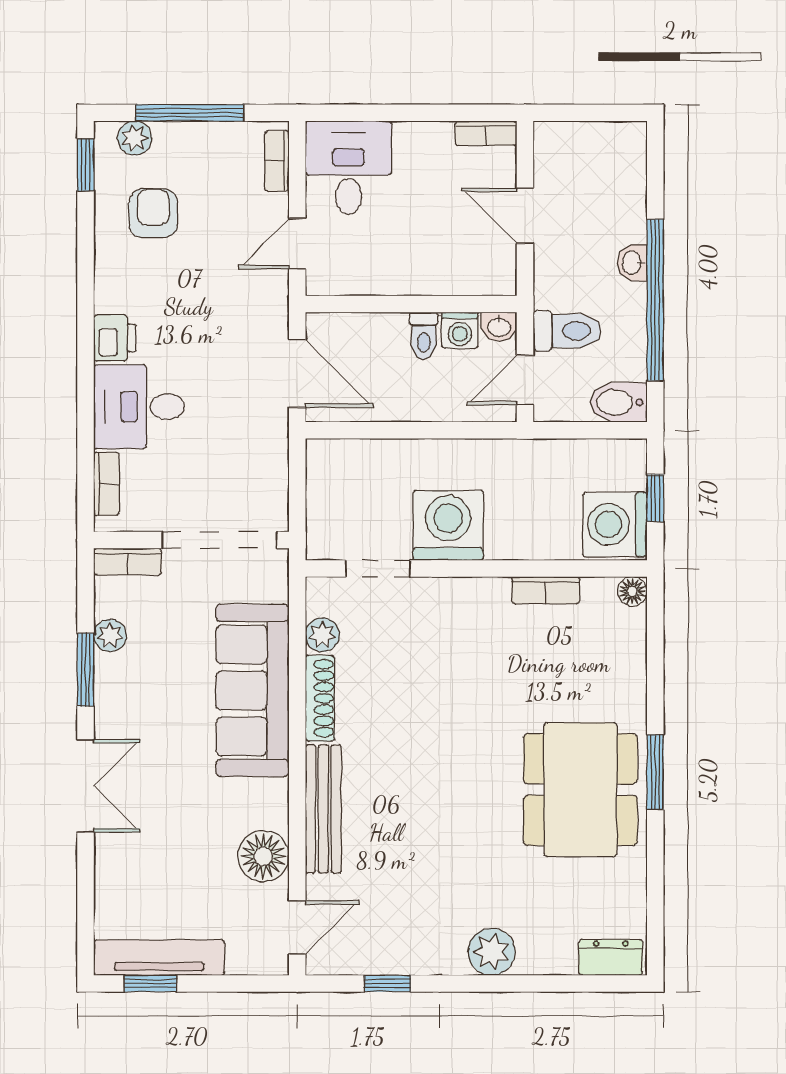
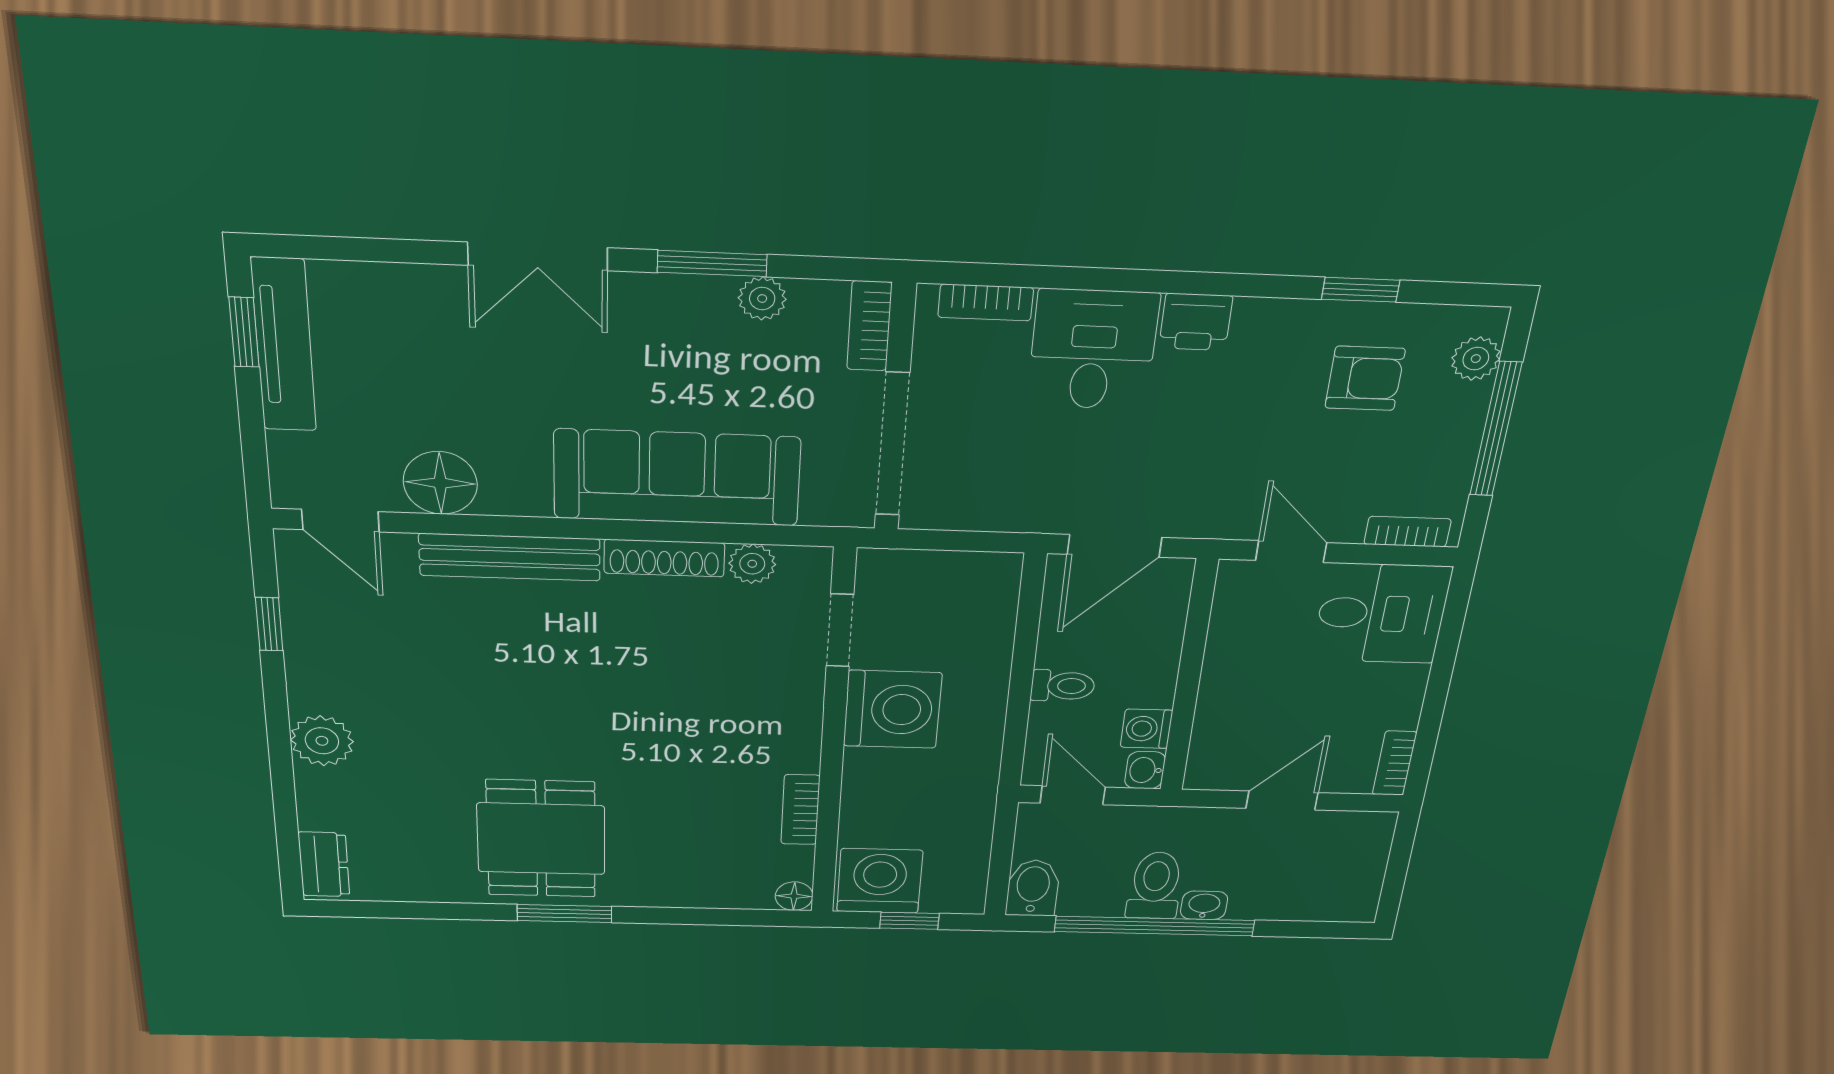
window: (86, 165) -> (1361, 290), moved
toilet: (567, 331) -> (1155, 885), moved, turned 180
toilet: (424, 336) -> (1063, 686), moved, turned 180
dining table: (580, 790) -> (541, 839), width x0.73

